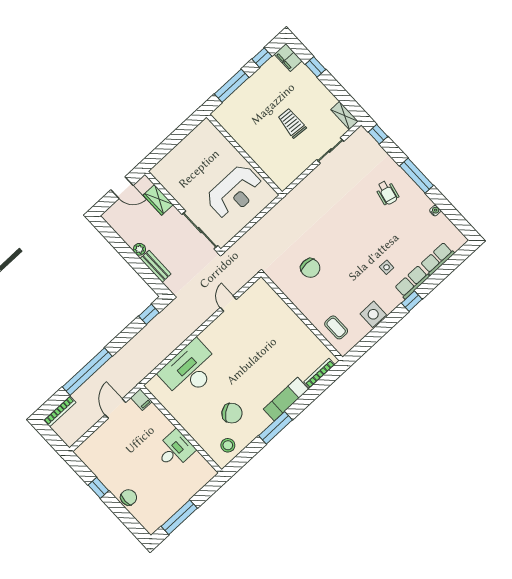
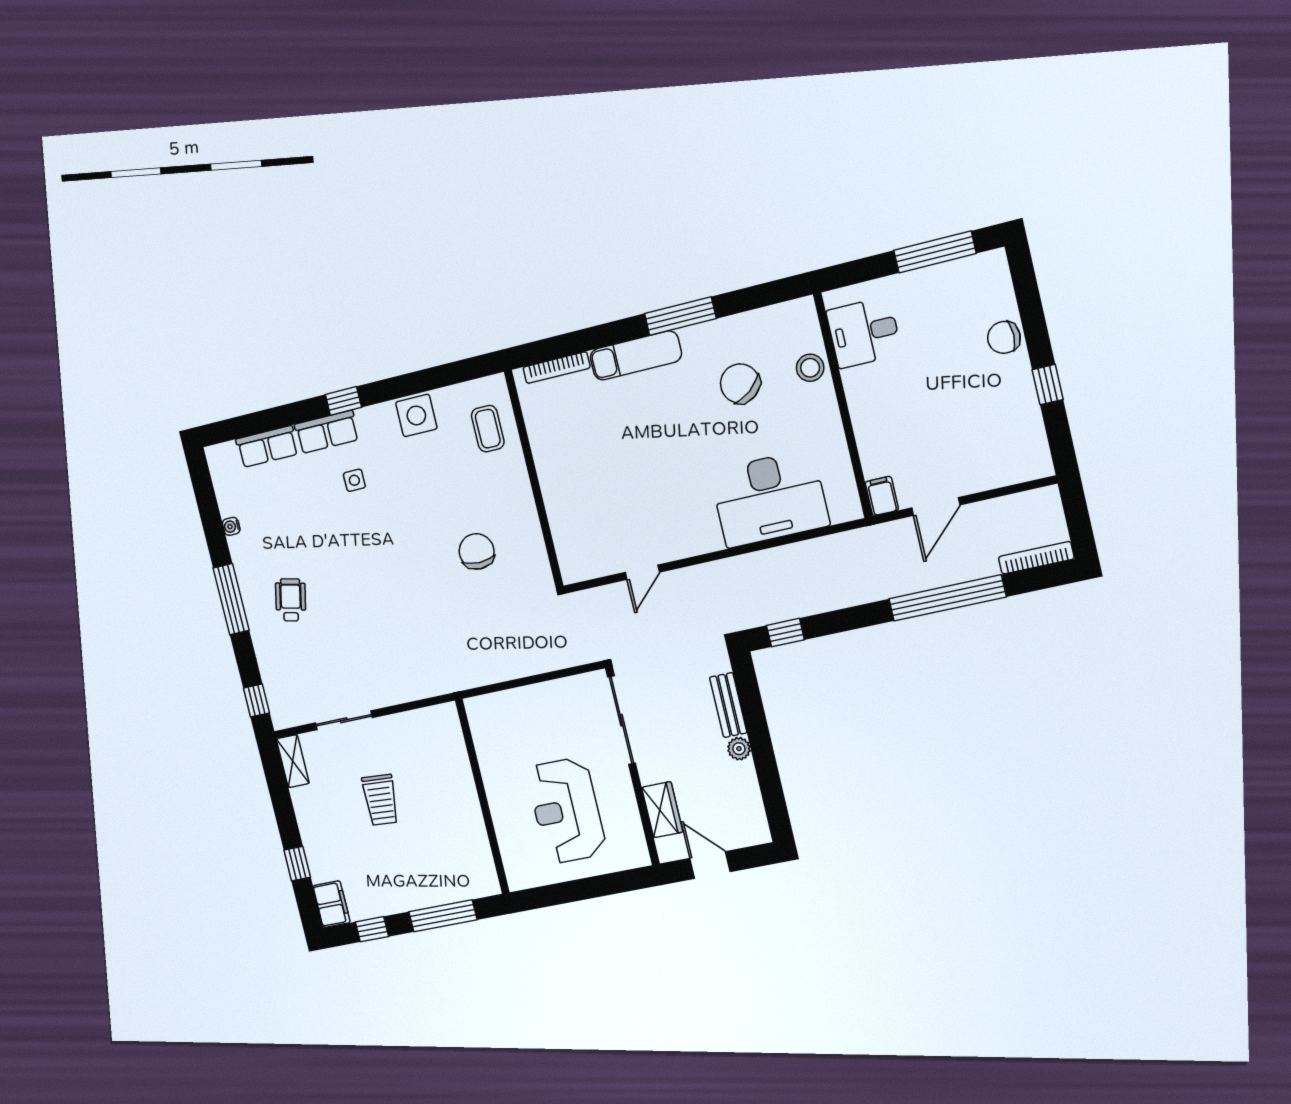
reception desk: (235, 192) -> (566, 811), moved, turned -90
stool: (228, 445) -> (810, 368), moved
desk: (175, 450) -> (864, 332), moved

